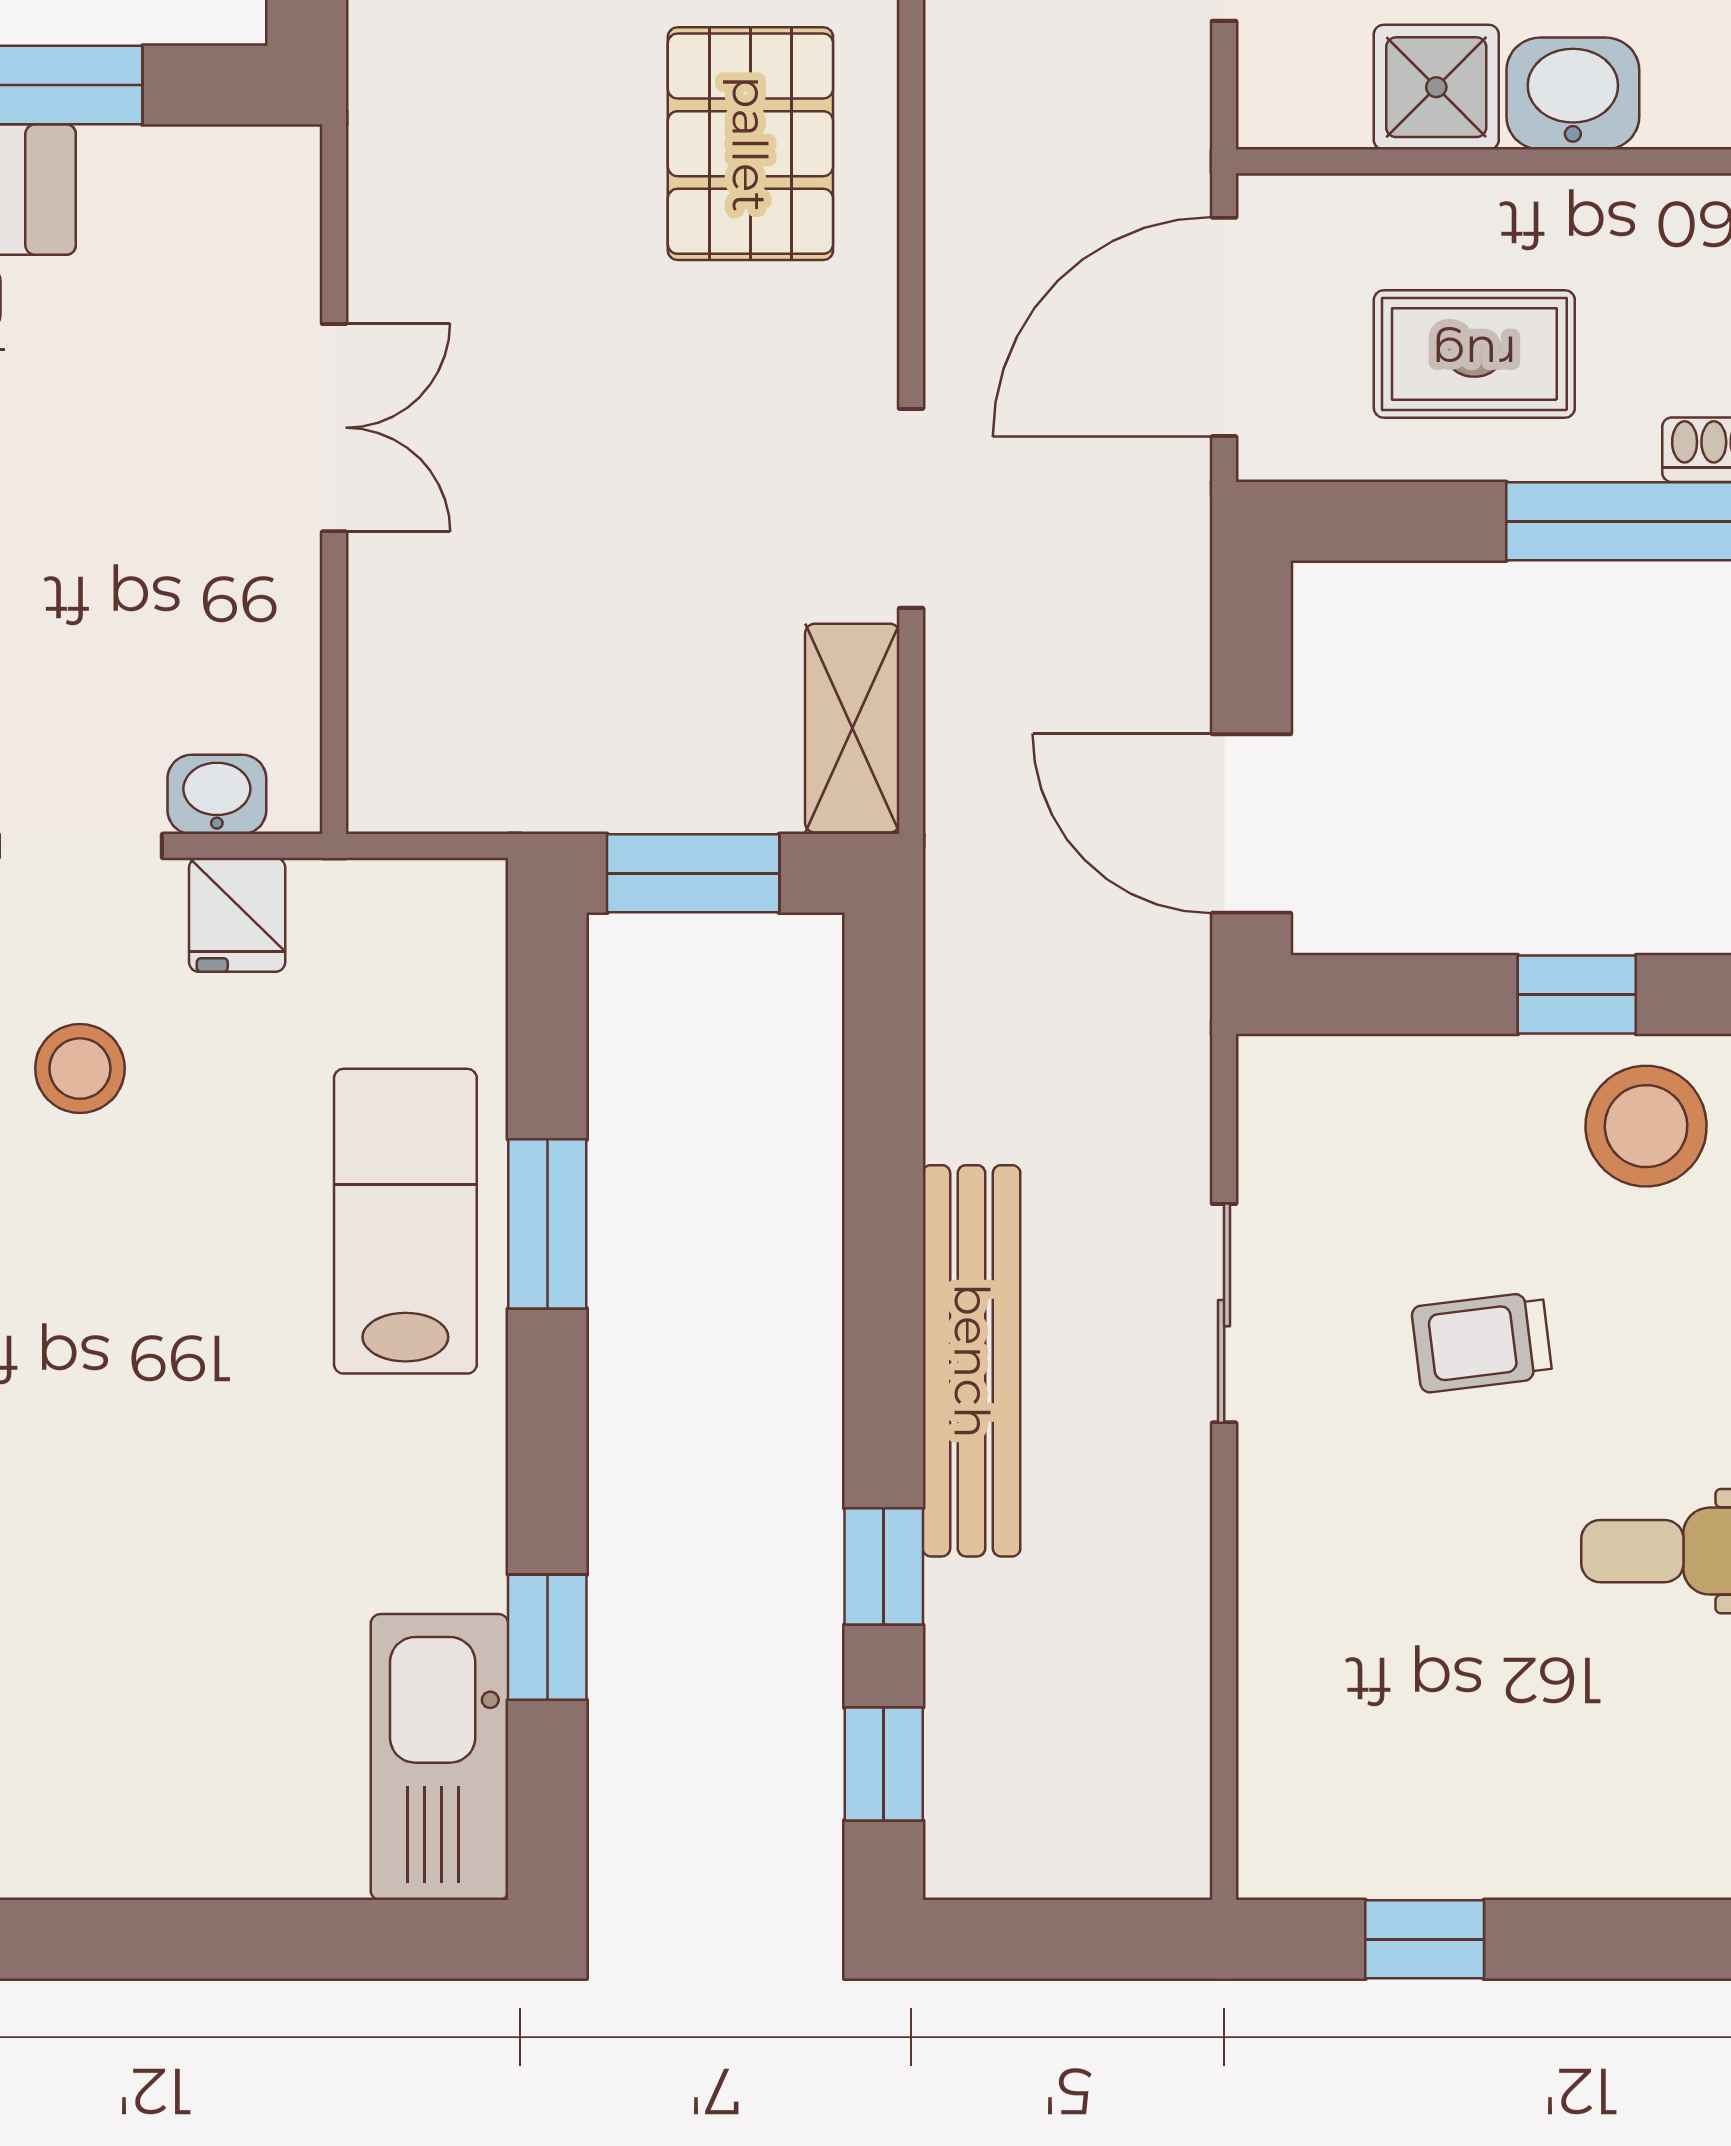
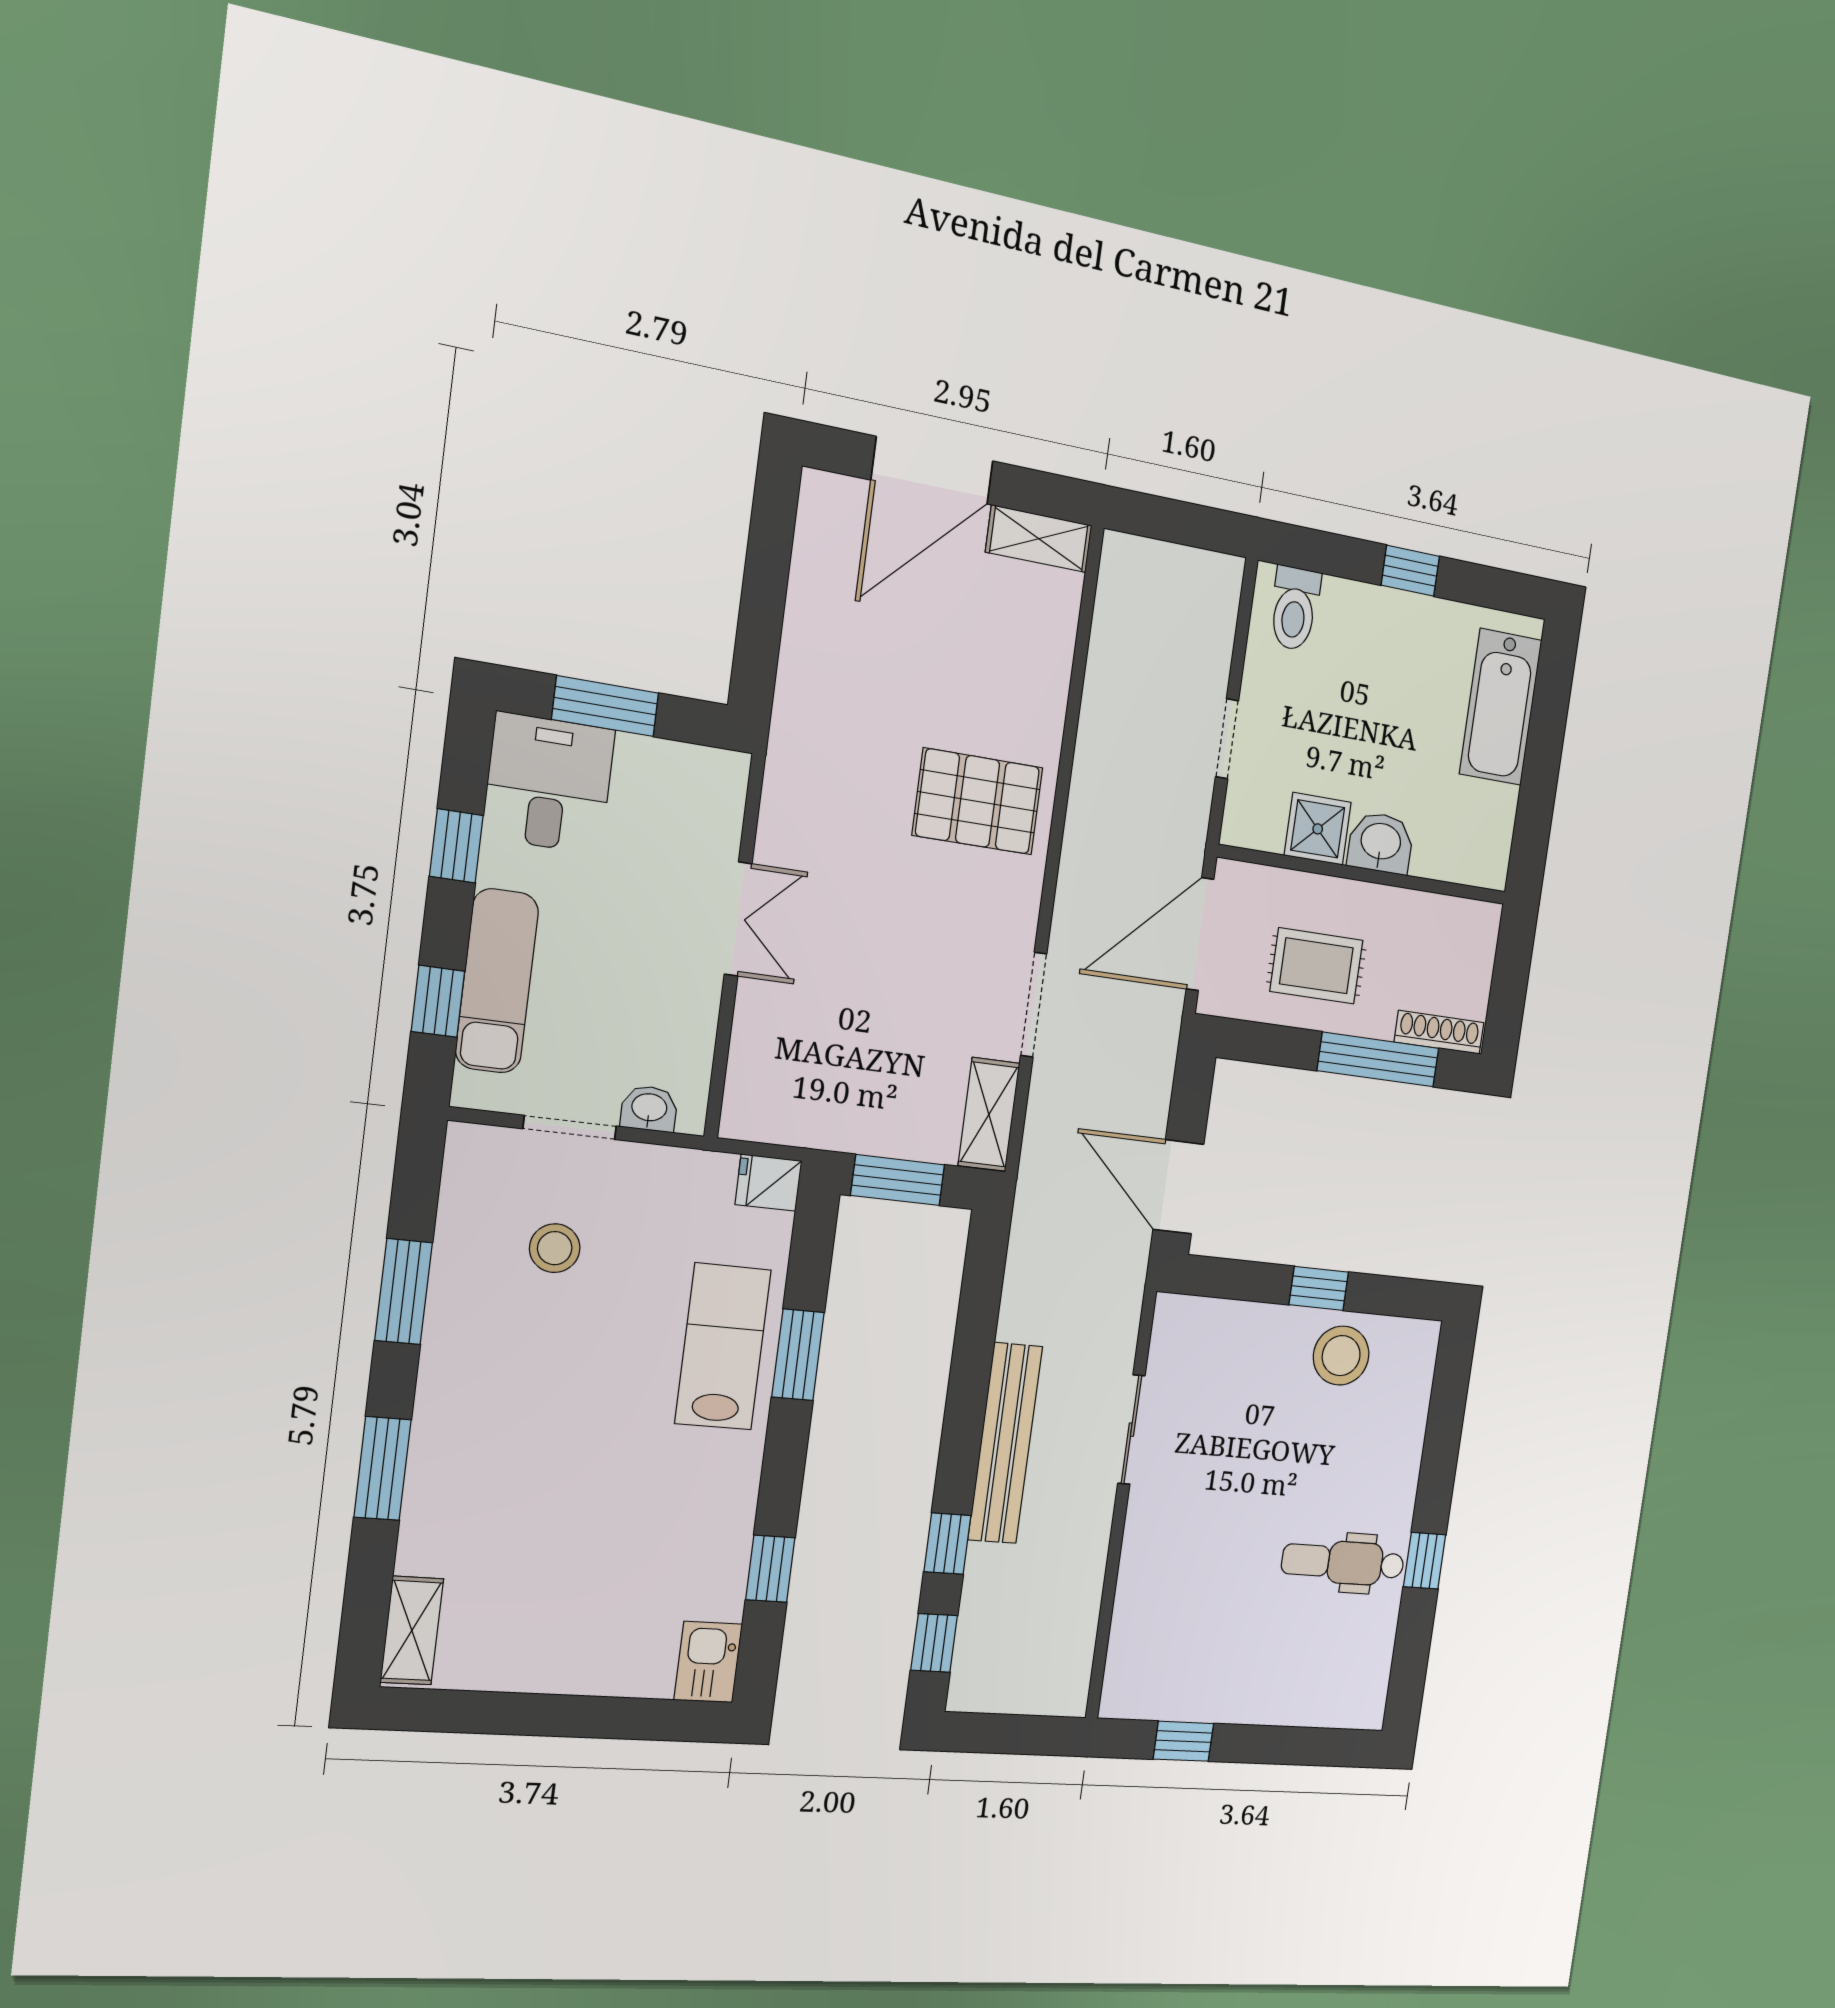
pallet: (750, 144) -> (978, 801), turned 90
fridge: (237, 915) -> (769, 1183), moved, turned 90
trolley: (1482, 1342) -> (1251, 1454), removed
kitchen sink: (439, 1757) -> (708, 1662), width x0.53, depth x0.81

